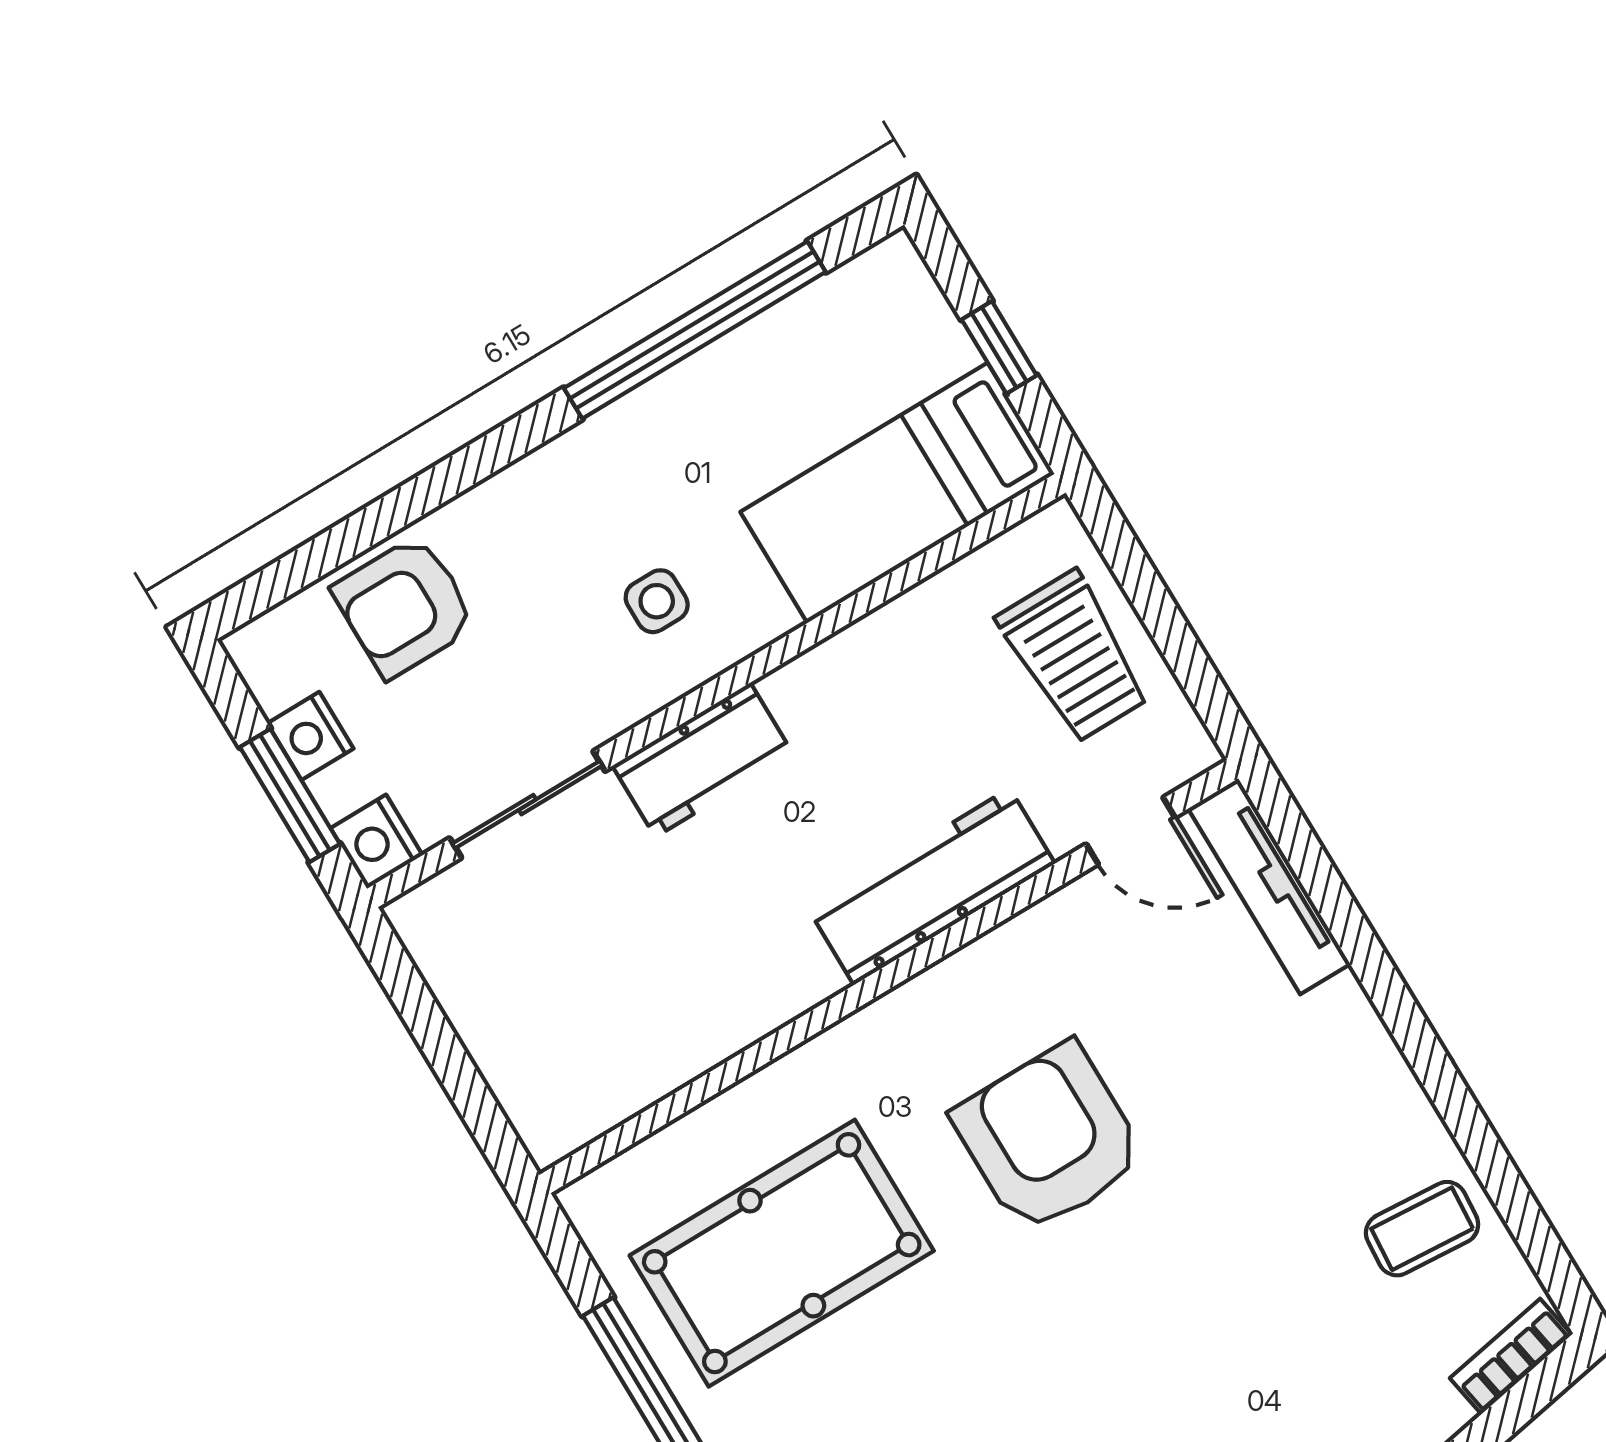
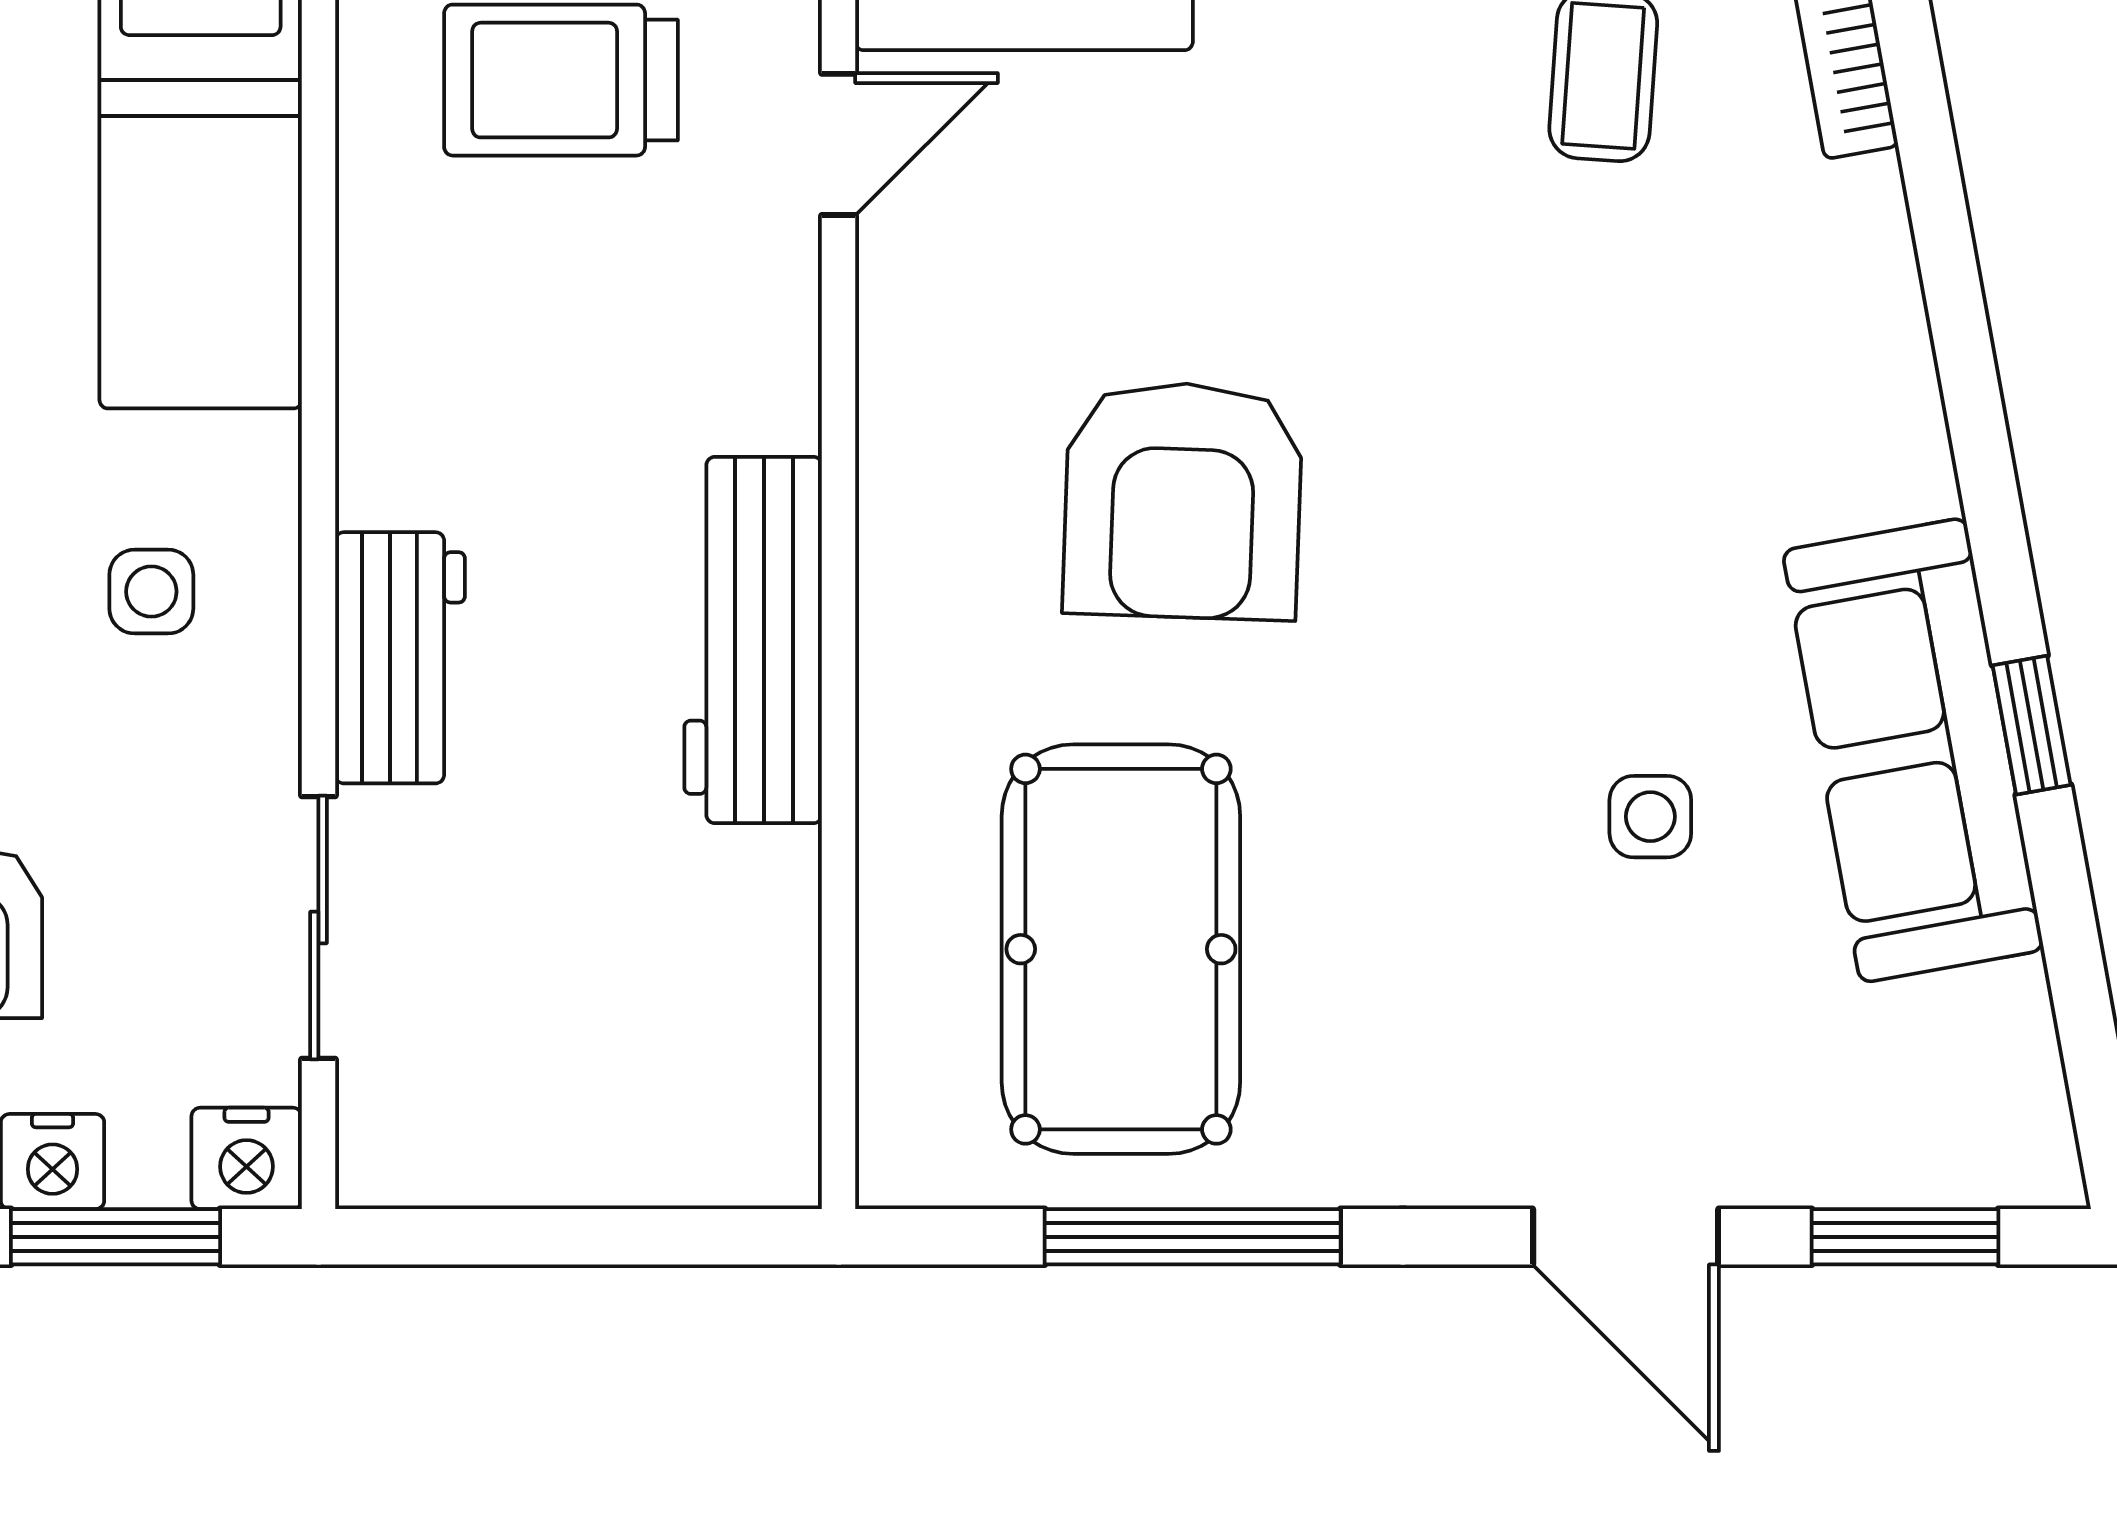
trolley: (1074, 657) -> (561, 80), turned 180
workbench: (932, 887) -> (753, 640), moved
armchair: (1049, 1138) -> (1183, 500), turned -88

